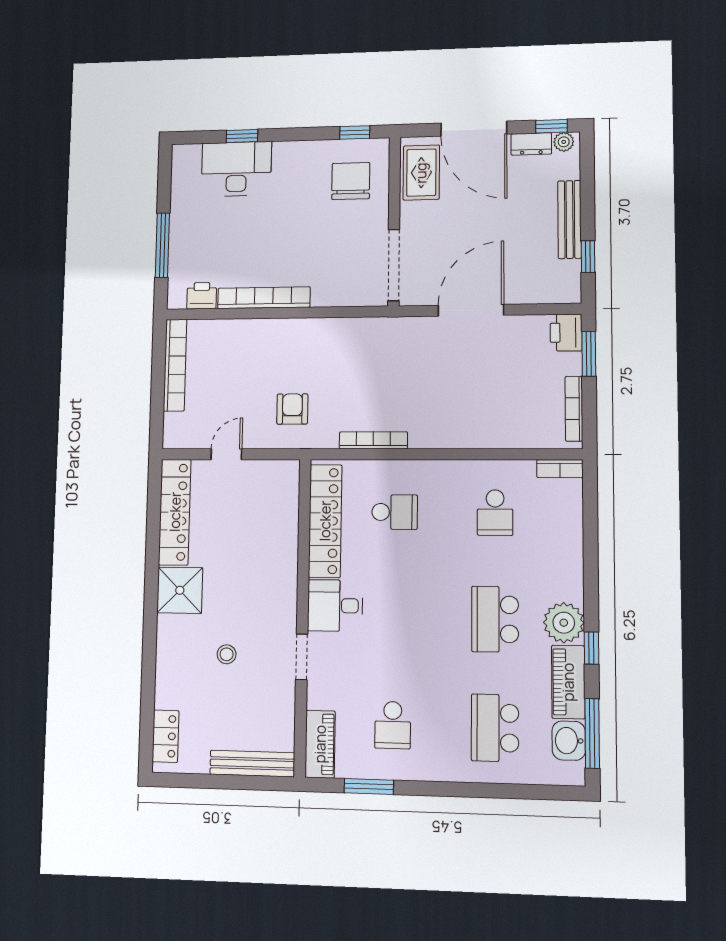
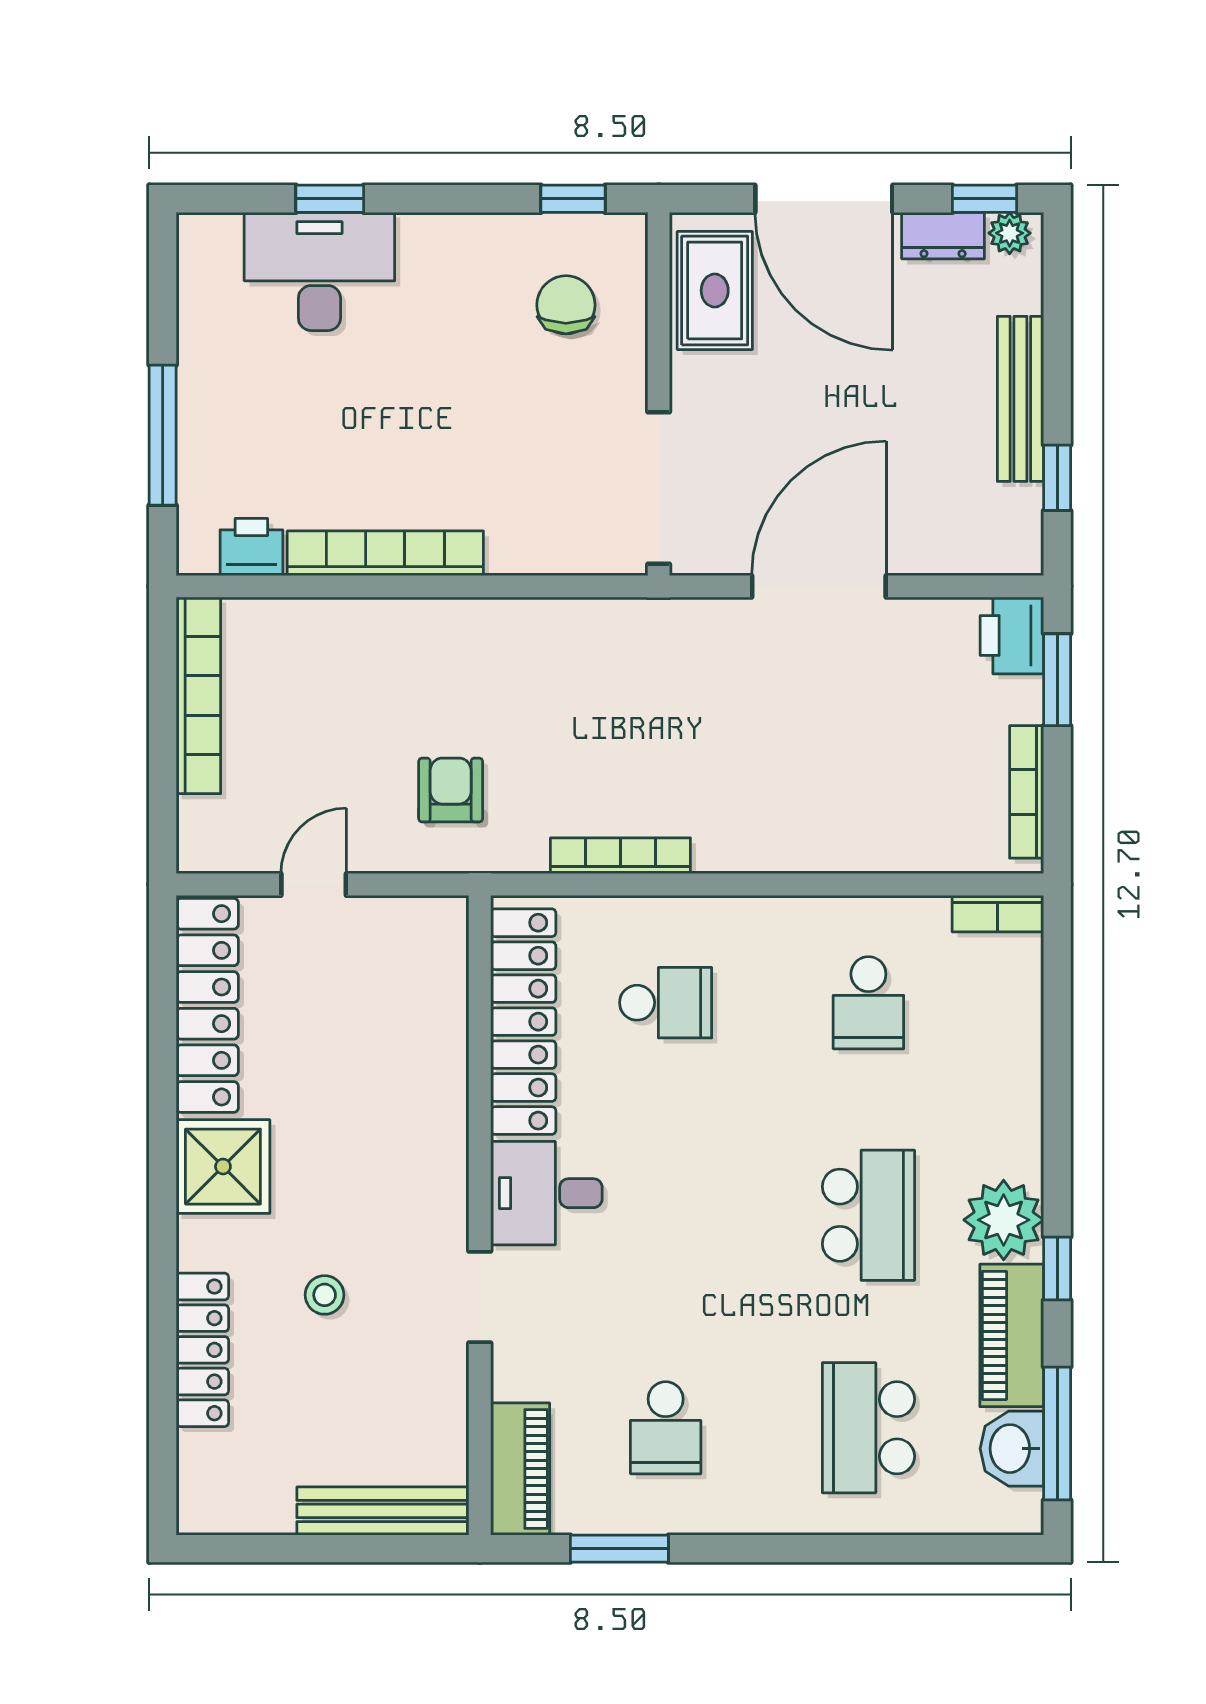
chair: (351, 181) -> (566, 305), width x0.73, depth x0.73
school desk: (495, 619) -> (868, 1215), turned 180
locker: (166, 736) -> (202, 1350), moved, width x1.53

